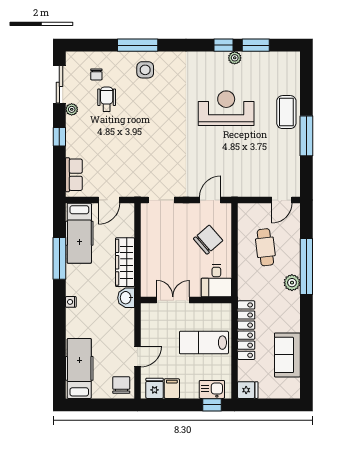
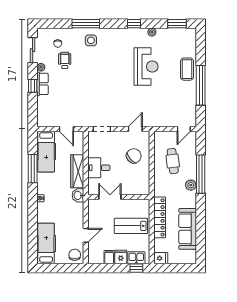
window: (224, 45) -> (134, 24), moved
window: (256, 45) -> (177, 24), moved
reception desk: (226, 108) -> (146, 66), turned 90
window: (306, 136) -> (201, 85), width x1.46
row of seats: (74, 175) -> (42, 84), moved
door: (109, 200) -> (66, 129), hinge flipped
desk: (216, 281) -> (99, 168), moved, turned 90
sofa: (287, 355) -> (188, 229), width x1.36
fridge: (155, 388) -> (121, 257), moved

